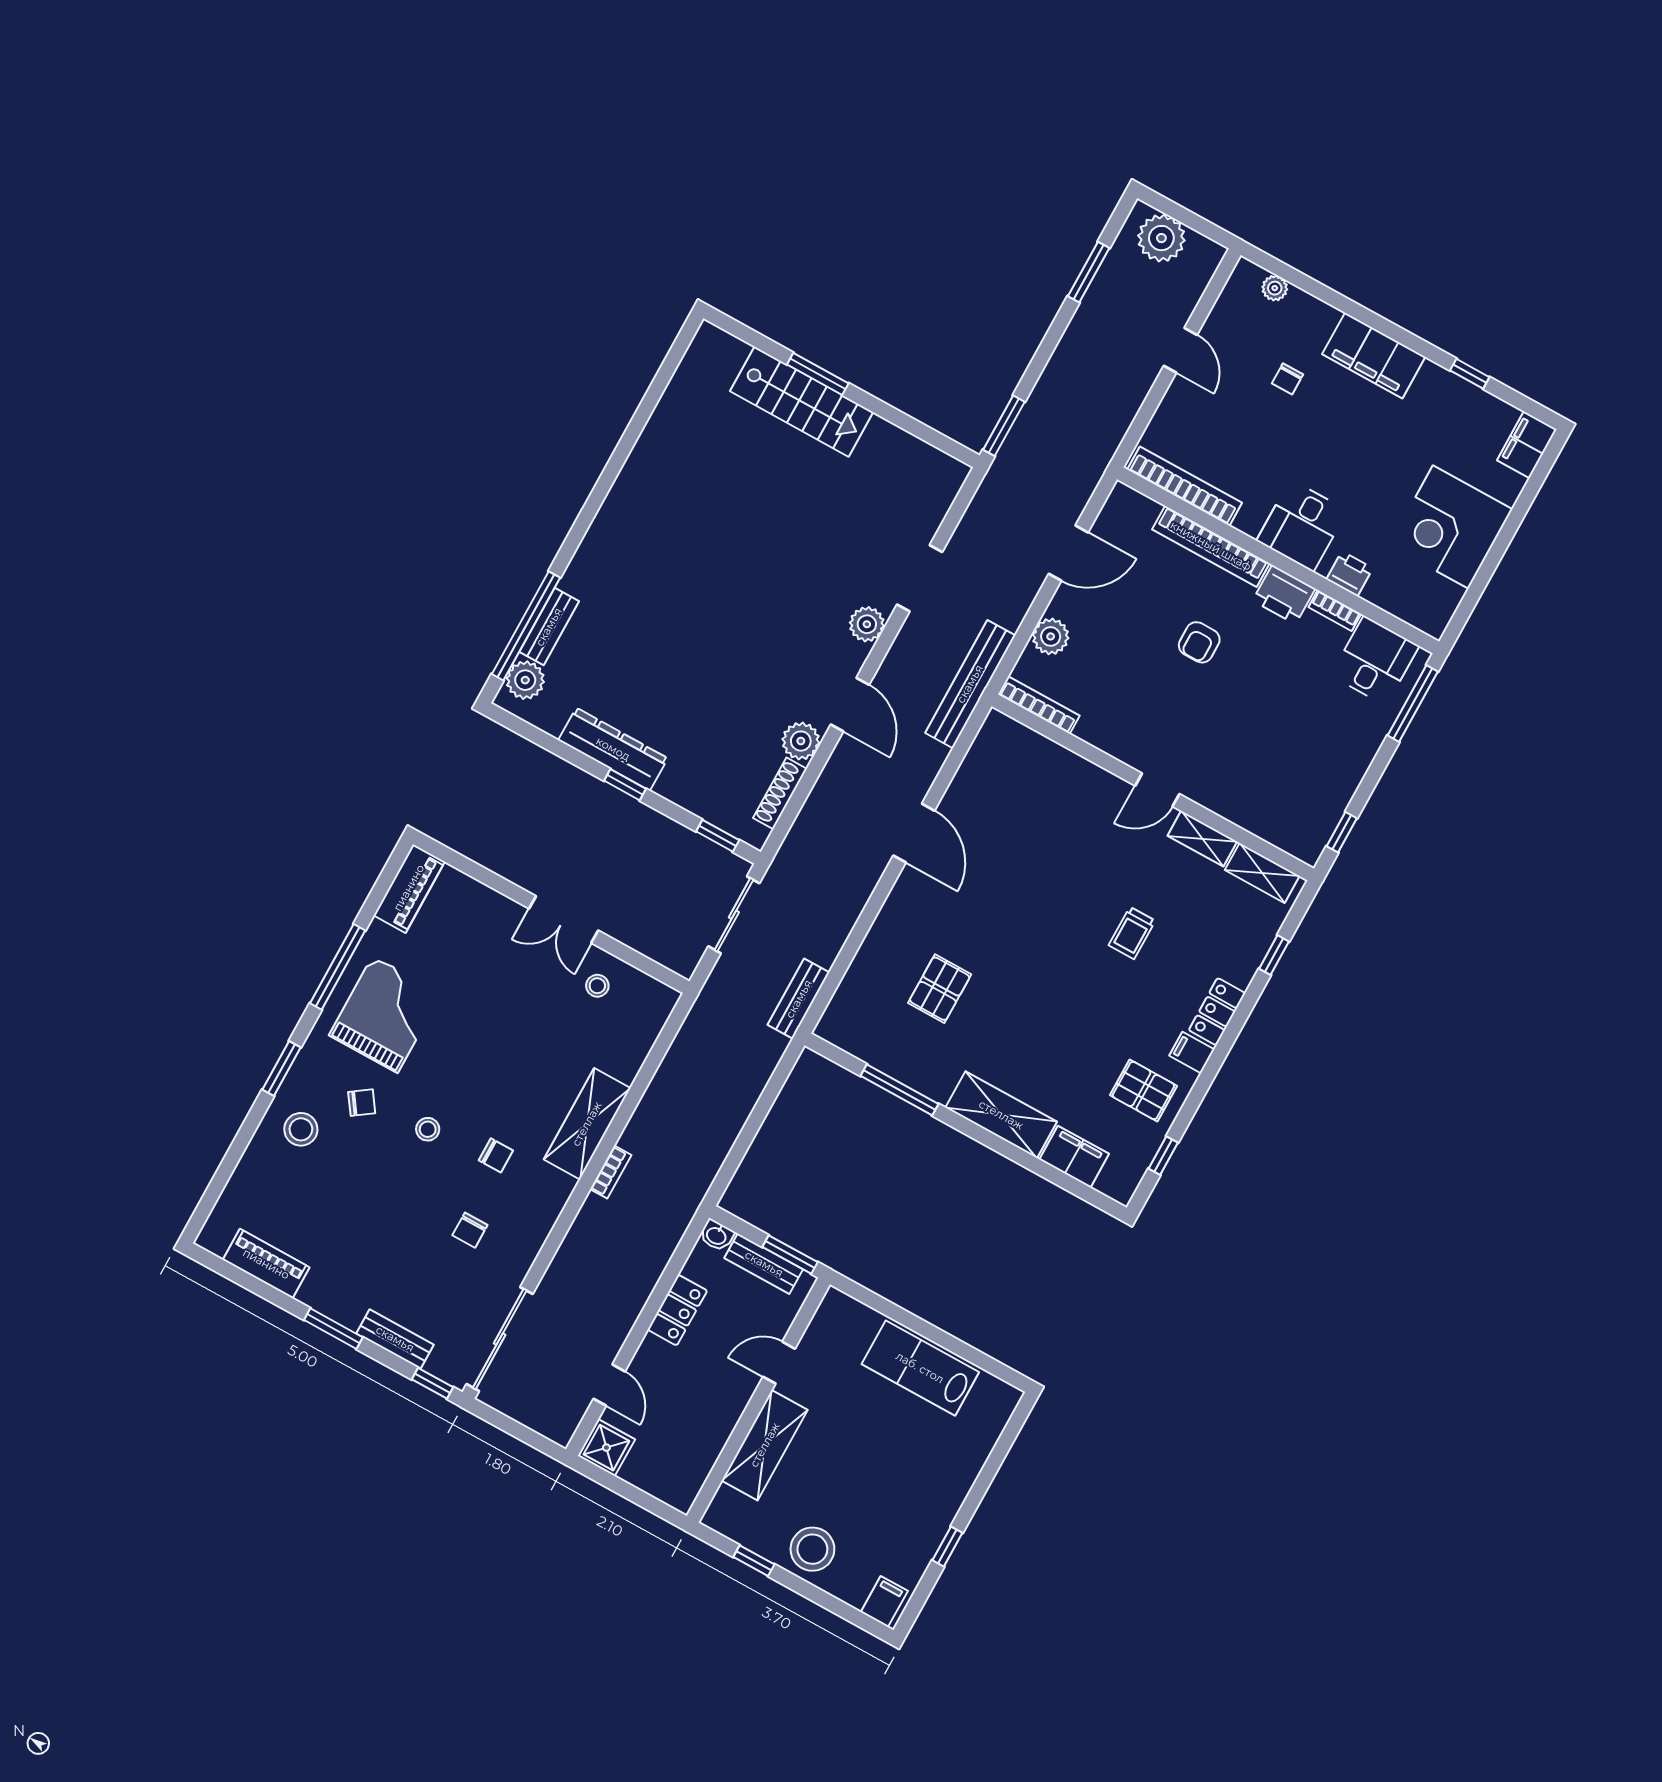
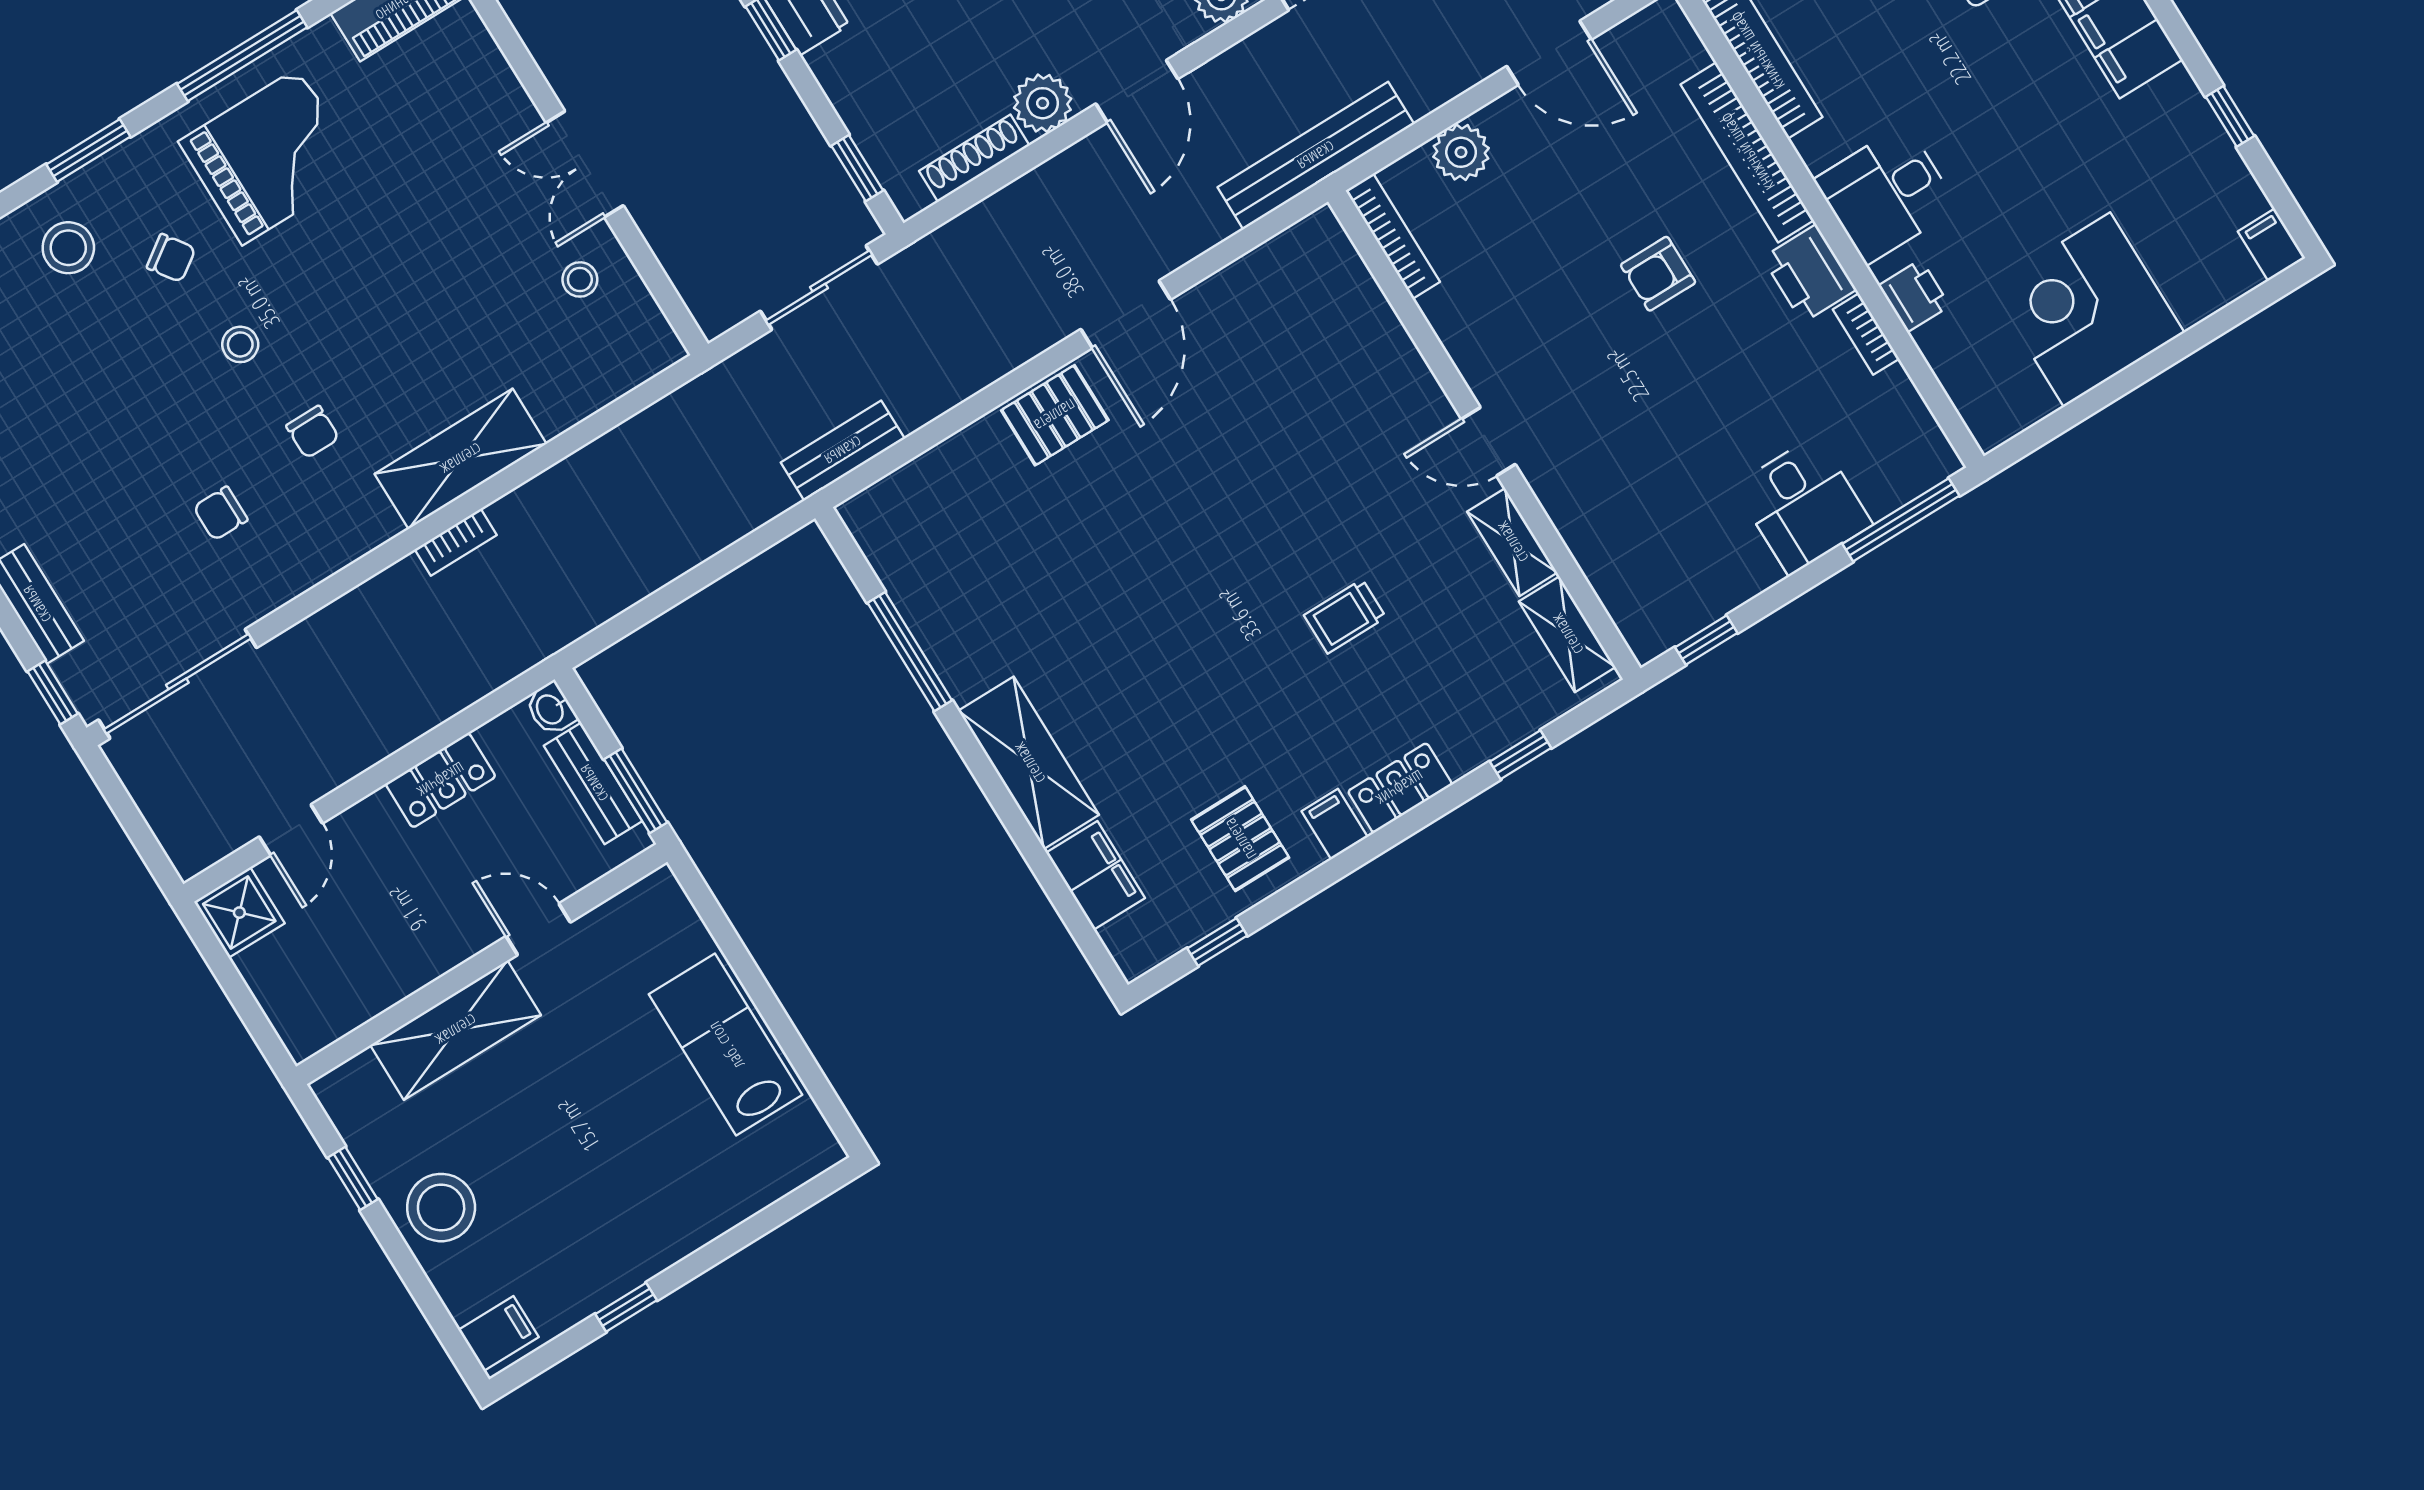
filing cabinet: (1527, 445) -> (2271, 245), width x0.50
desk: (1375, 661) -> (1803, 505), moved, turned 90
pallet: (940, 989) -> (1055, 415), moved

